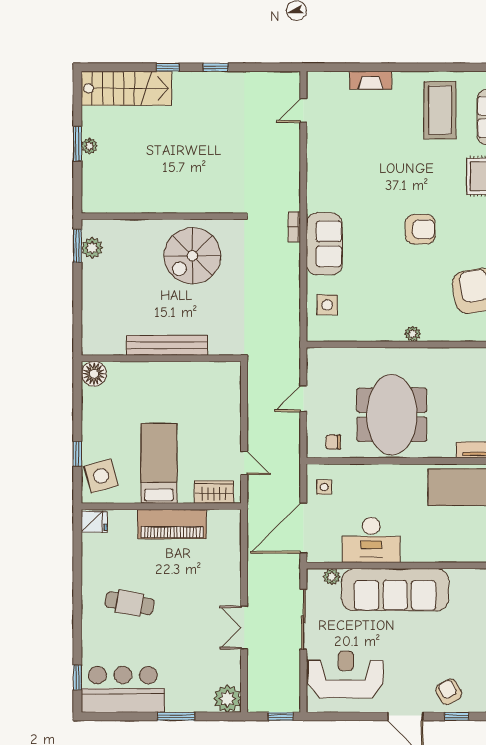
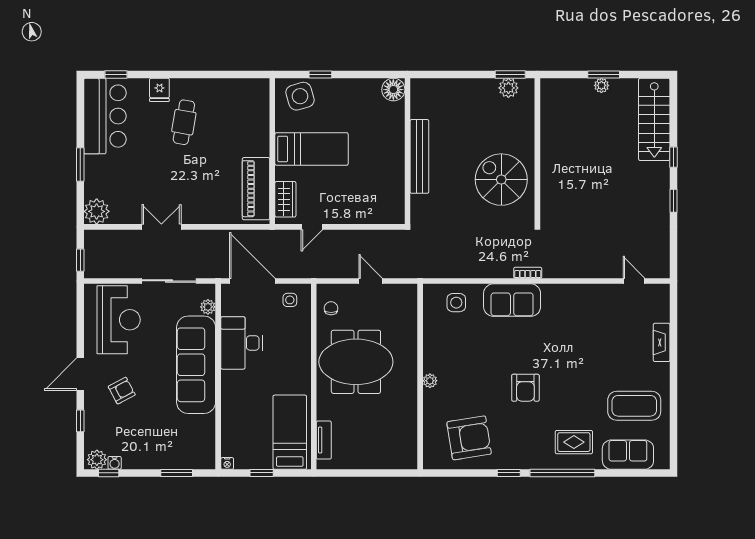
fridge: (94, 522) -> (159, 90), moved
piano: (172, 524) -> (256, 189), moved
armchair: (449, 692) -> (122, 391), moved

